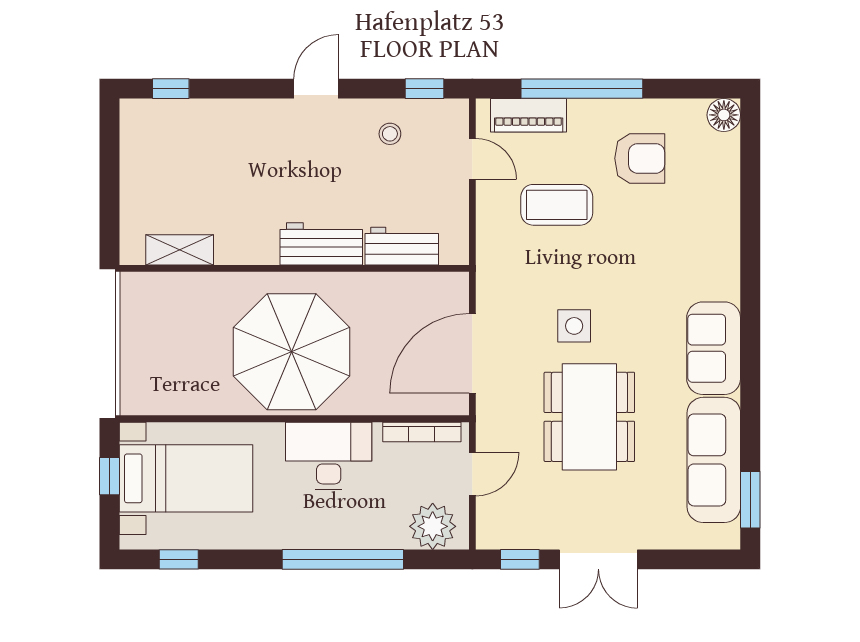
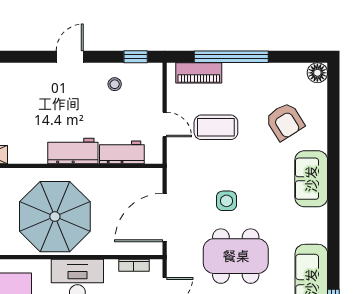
armchair: (640, 158) -> (285, 121), moved, turned 58
door: (472, 159) -> (165, 125), moved
sofa: (714, 348) -> (311, 179), moved
dining table: (589, 417) -> (236, 256), turned 90
bookcase: (422, 432) -> (134, 265), width x0.64

